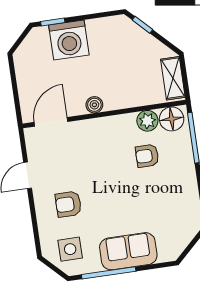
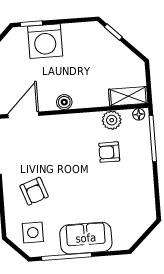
shelving: (173, 78) -> (128, 96), moved, turned 90
floor lamp: (172, 119) -> (139, 114), width x0.53, depth x0.53
armchair: (68, 204) -> (34, 191), turned -109

